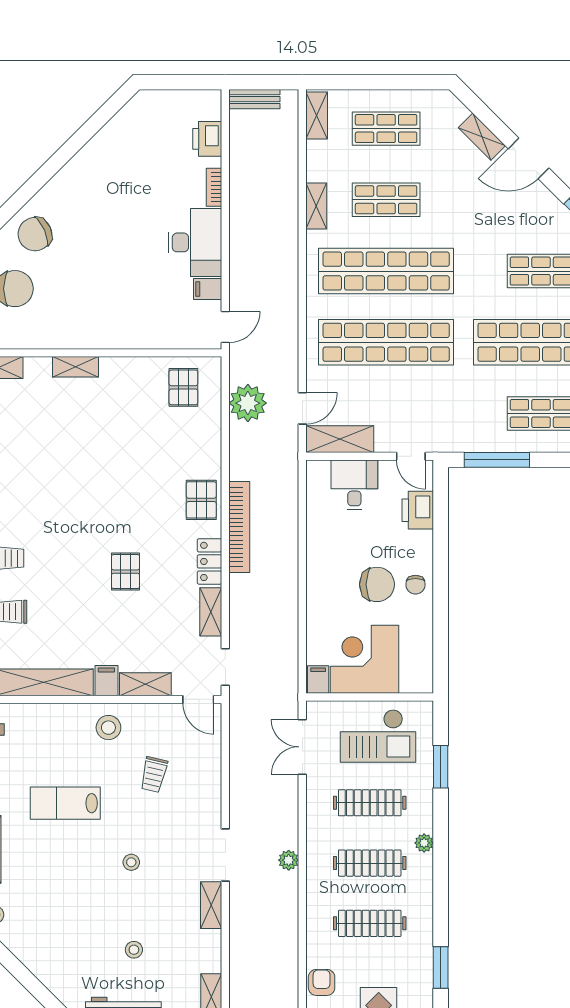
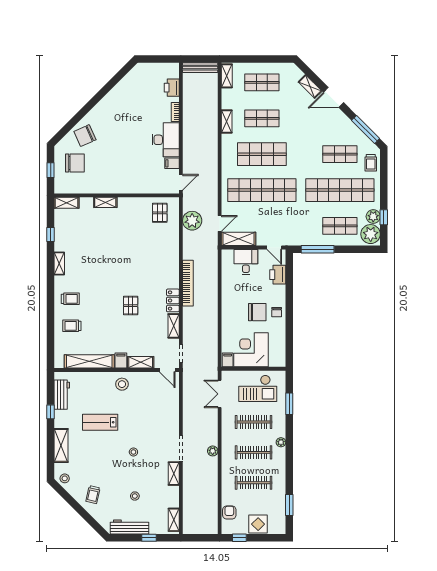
bench: (254, 99) -> (200, 68), width x1.36
shop shelf: (386, 271) -> (262, 154), width x0.71
pallet: (201, 500) -> (169, 269), removed
trolley: (154, 775) -> (93, 495), moved

